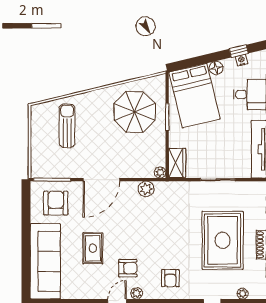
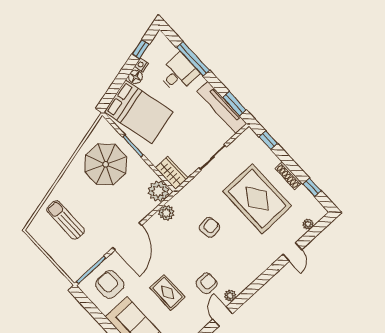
nightstand: (241, 60) -> (141, 65), moved
plant: (160, 173) -> (158, 191), width x1.88, depth x1.88
armchair: (170, 278) -> (210, 227), moved, turned -98

